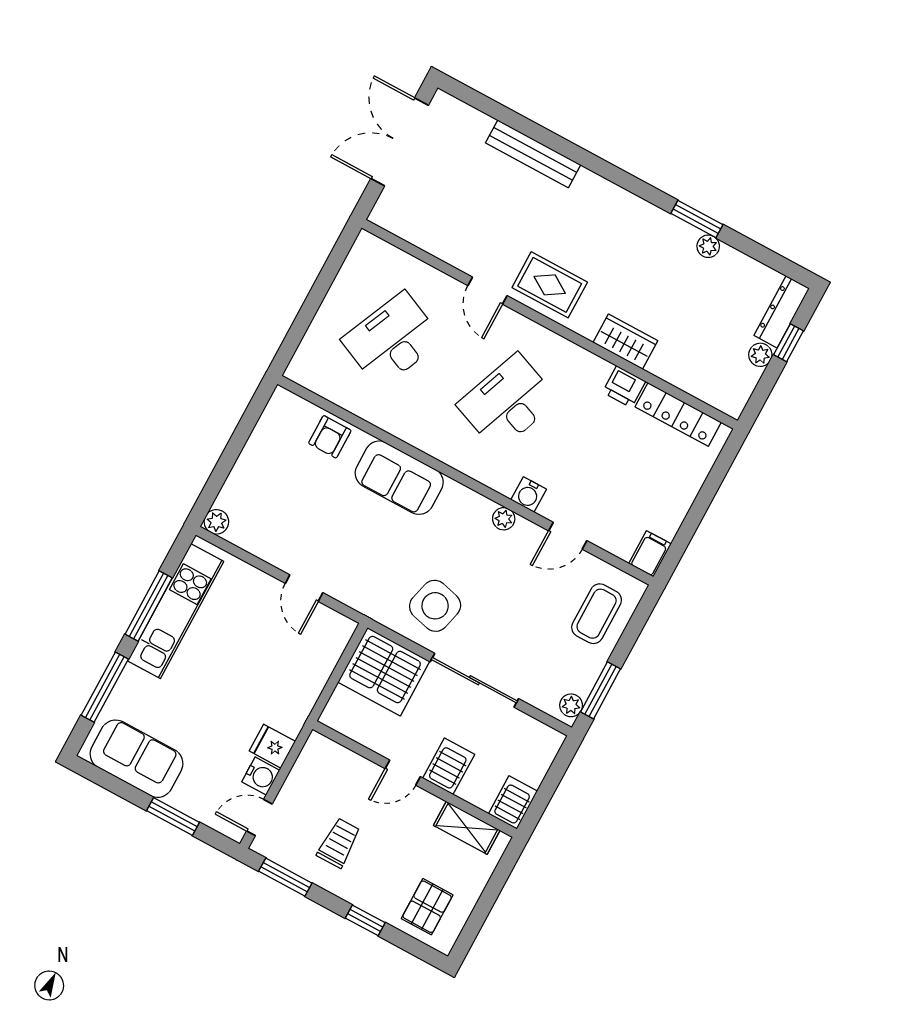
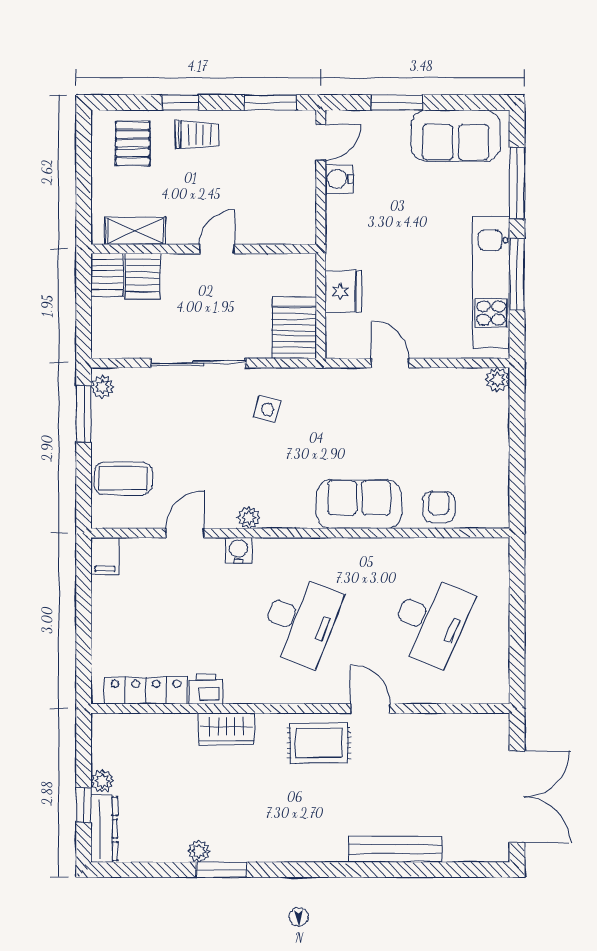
side table: (435, 606) -> (268, 409), width x0.54, depth x0.54
coffee table: (597, 614) -> (123, 479), turned 90
server rack: (384, 672) -> (294, 328), width x0.62
fridge: (272, 746) -> (343, 292), moved, width x1.38
server rack: (449, 766) -> (143, 276), moved
trolley: (339, 843) -> (197, 135), moved, turned -90

